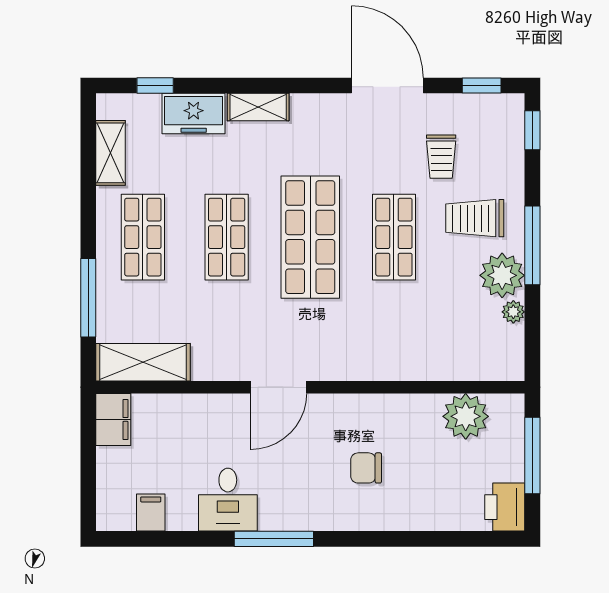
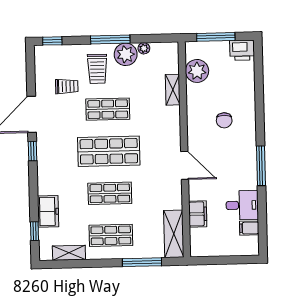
window: (482, 85) -> (33, 151), moved
shelving: (258, 107) -> (173, 90), moved
filing cabinet: (113, 419) -> (198, 214), moved, turned 90
desk: (228, 500) -> (242, 205), moved

